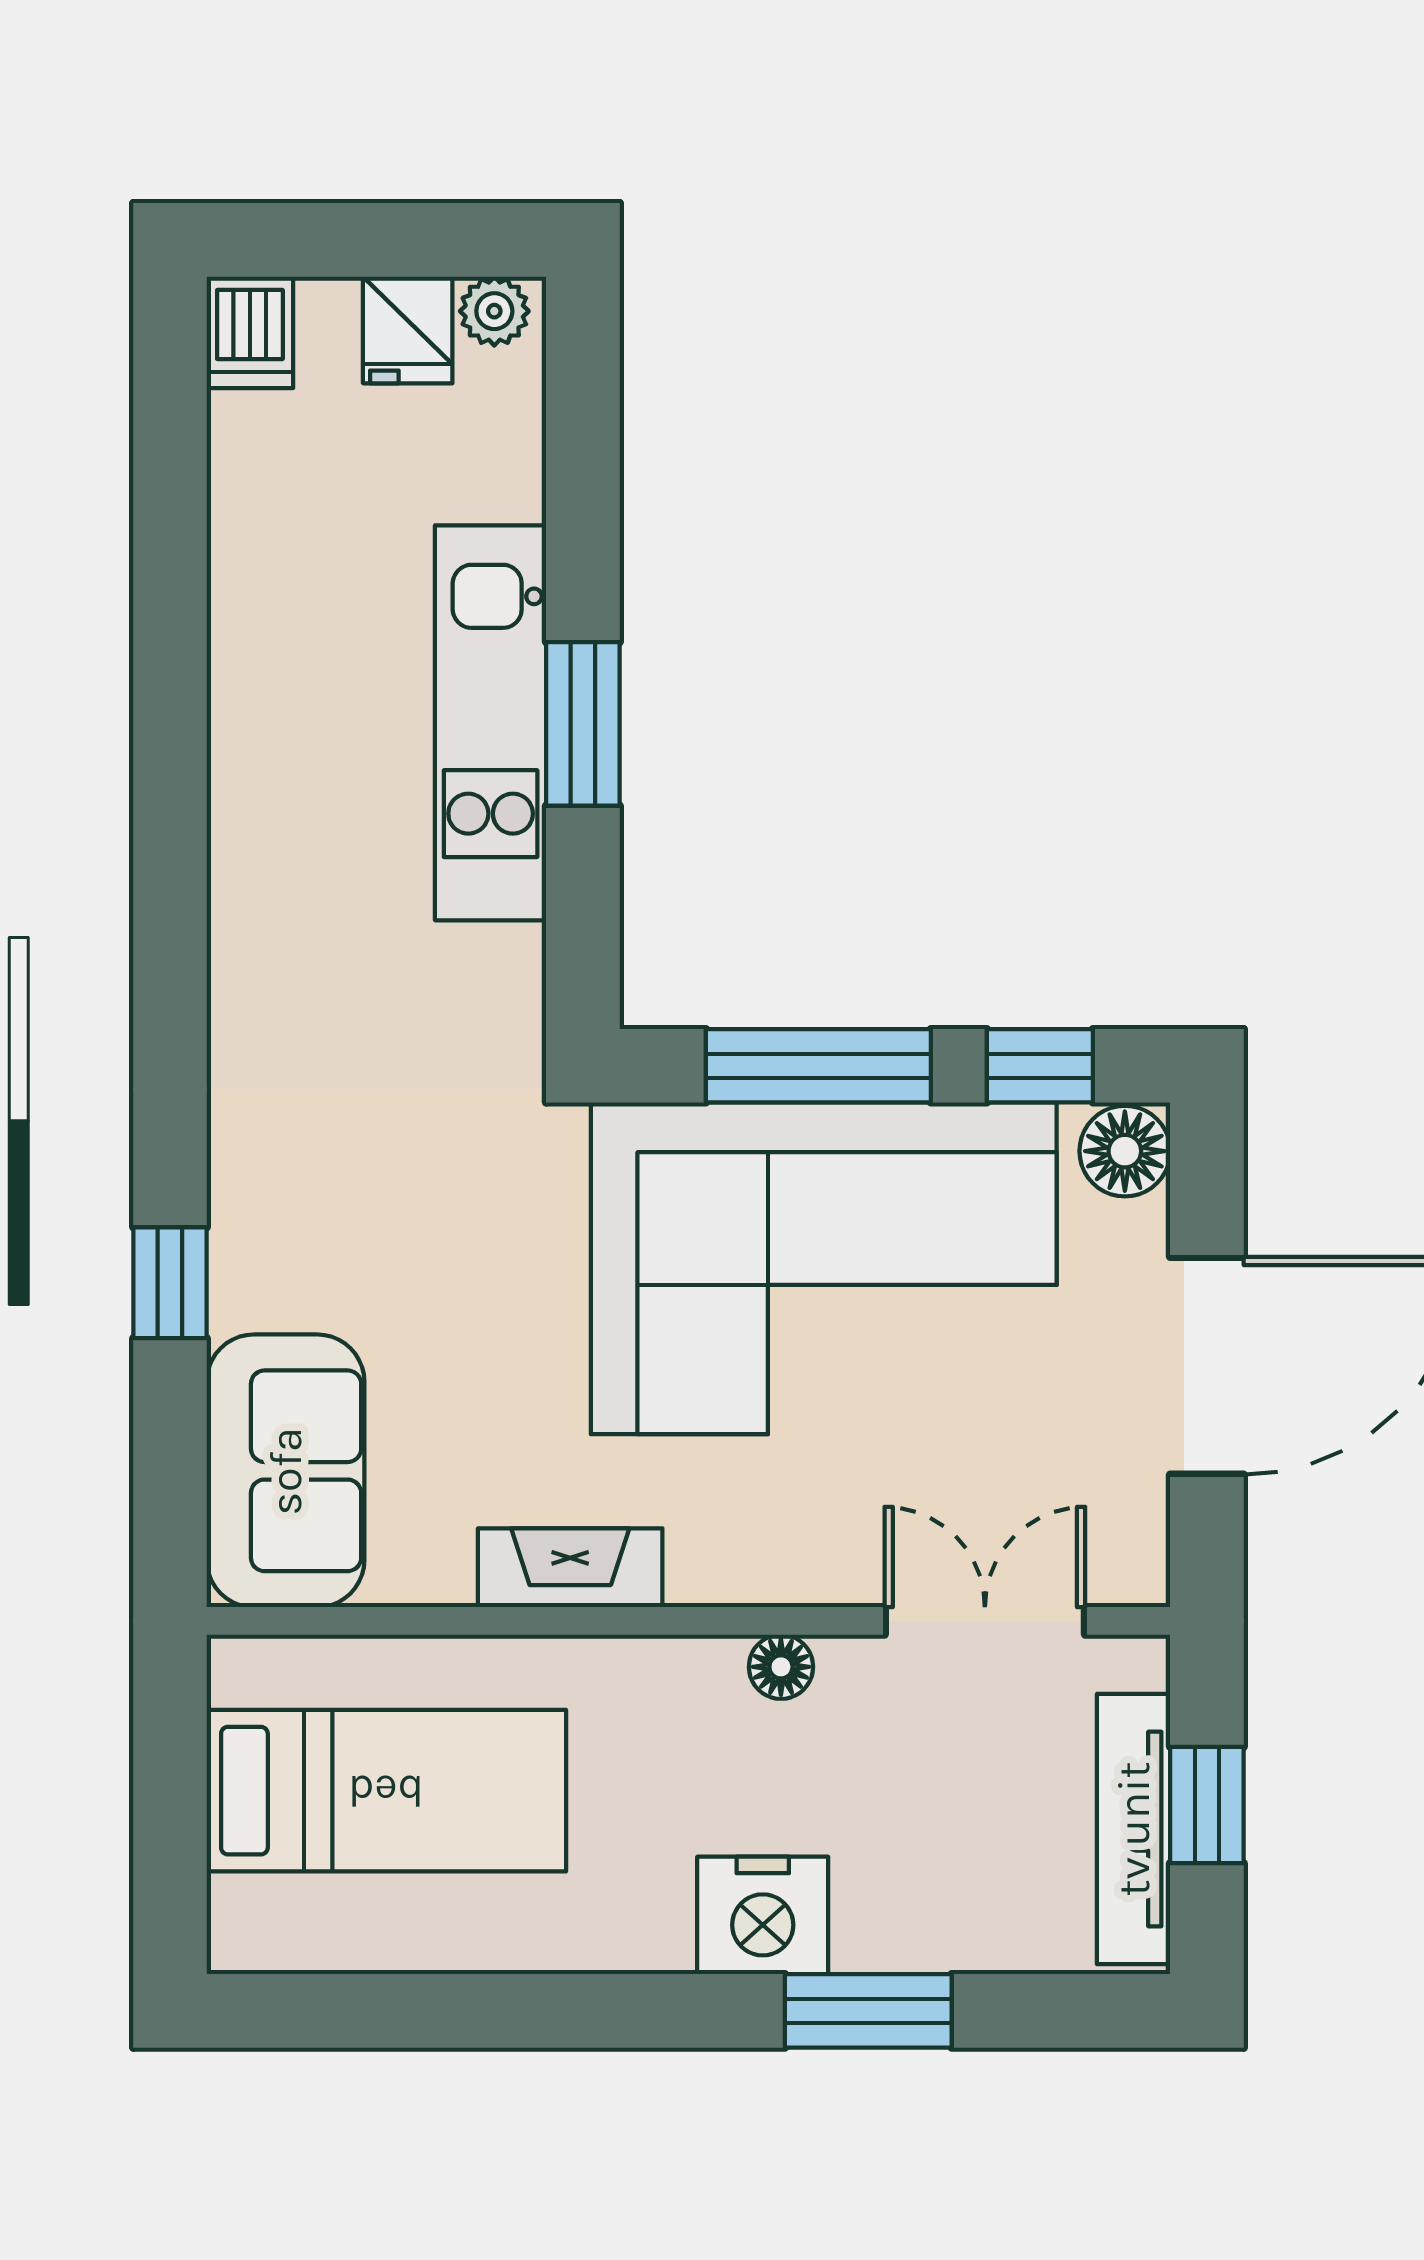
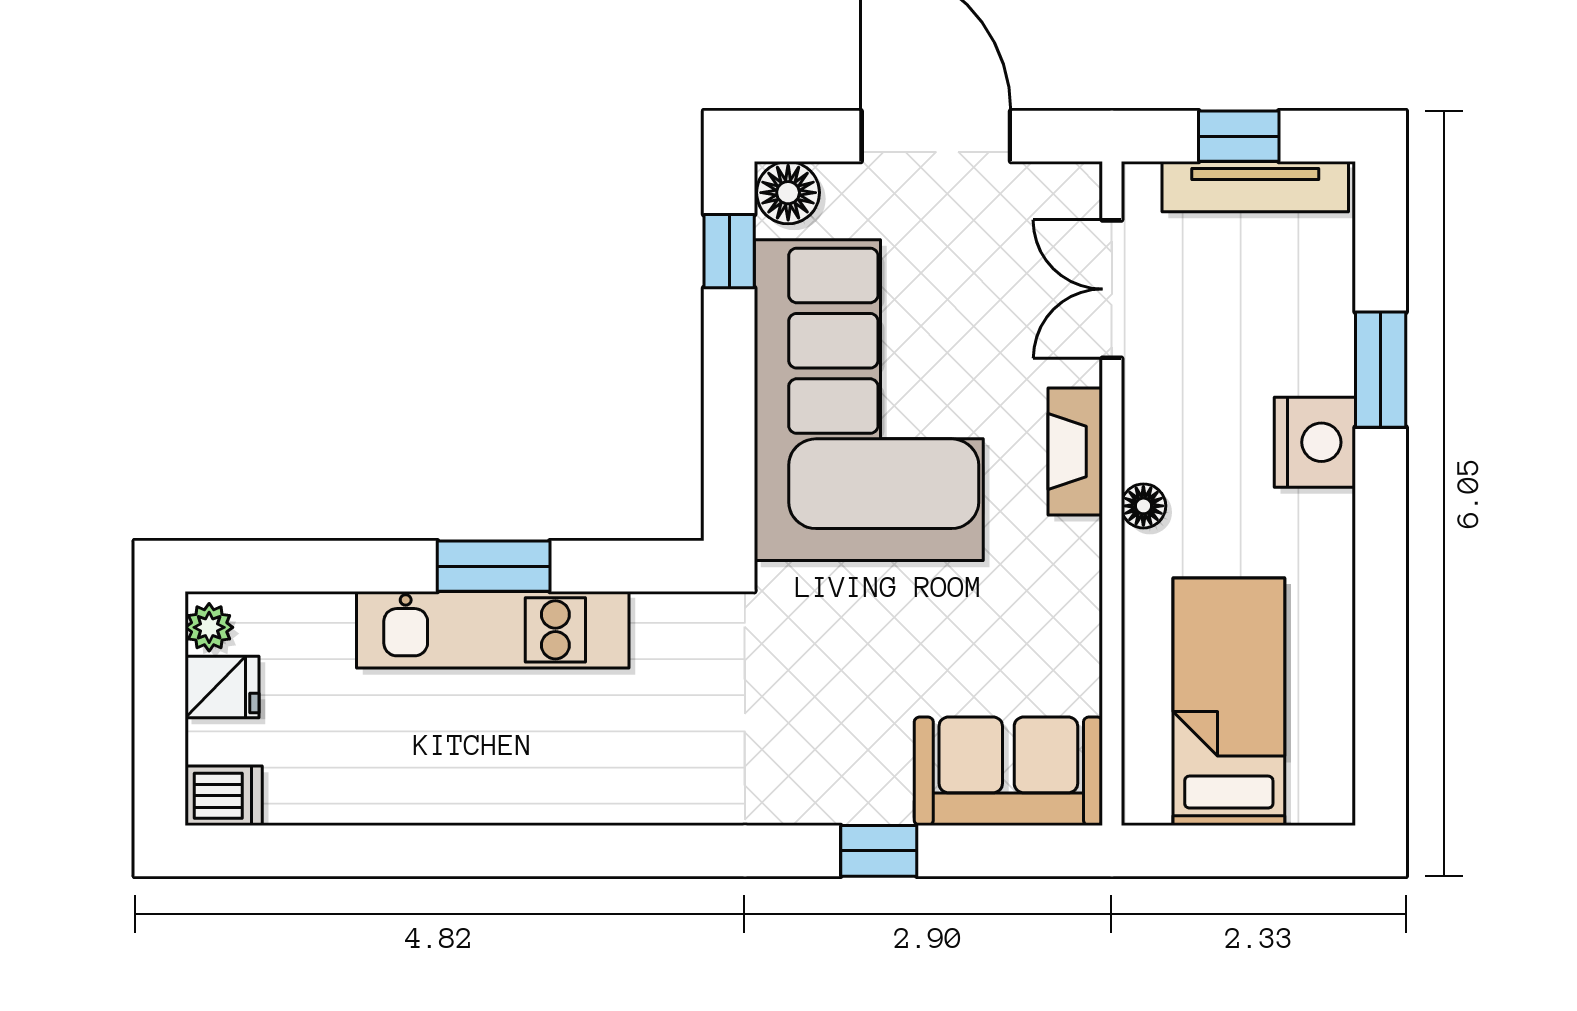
window: (818, 1066) -> (729, 404), removed
fireplace: (570, 1568) -> (1075, 451), moved
floor lamp: (781, 1667) -> (1143, 506), moved

